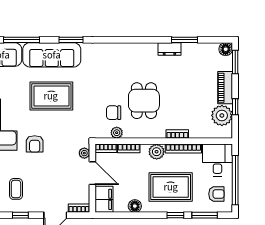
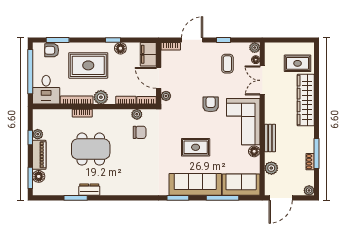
floor lamp: (226, 49) -> (39, 176), moved
rug: (51, 96) -> (196, 147), width x0.73, depth x0.70
dining table: (144, 101) -> (91, 149), moved, width x1.38
plant: (222, 115) -> (38, 134), width x0.53, depth x0.53
armchair: (216, 194) -> (52, 50), moved
window: (175, 215) -> (113, 40), moved

